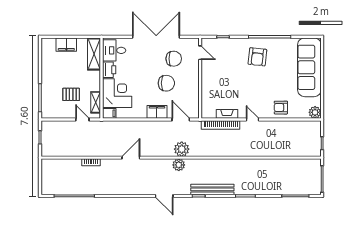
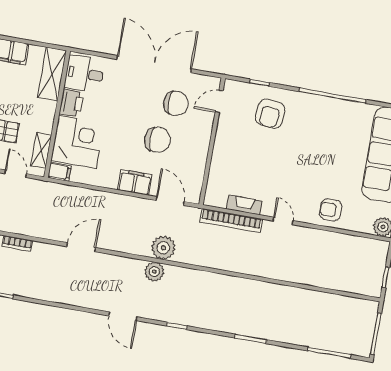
door: (200, 53) -> (219, 101), swing flipped
armchair: (257, 57) -> (270, 114), moved
bench: (212, 189) -> (200, 320), removed

